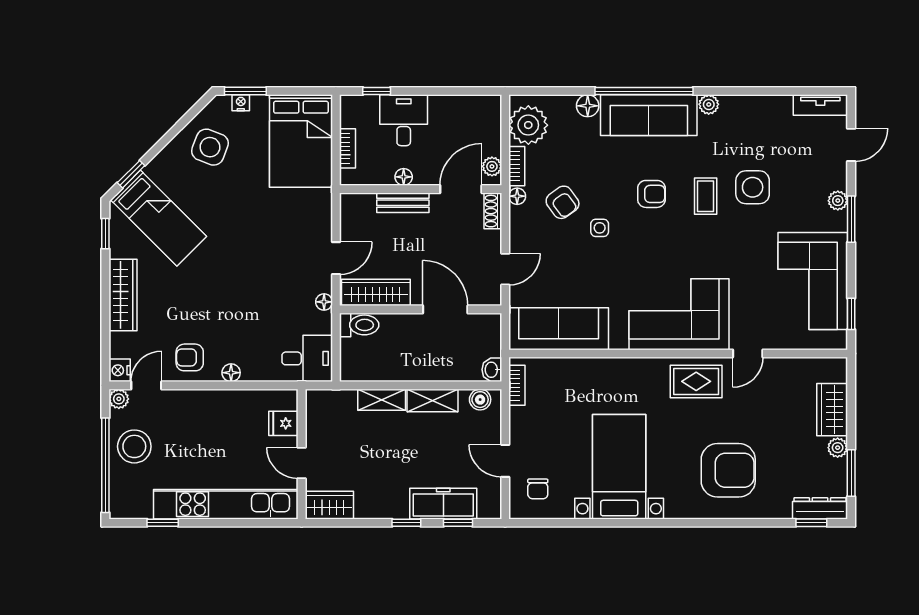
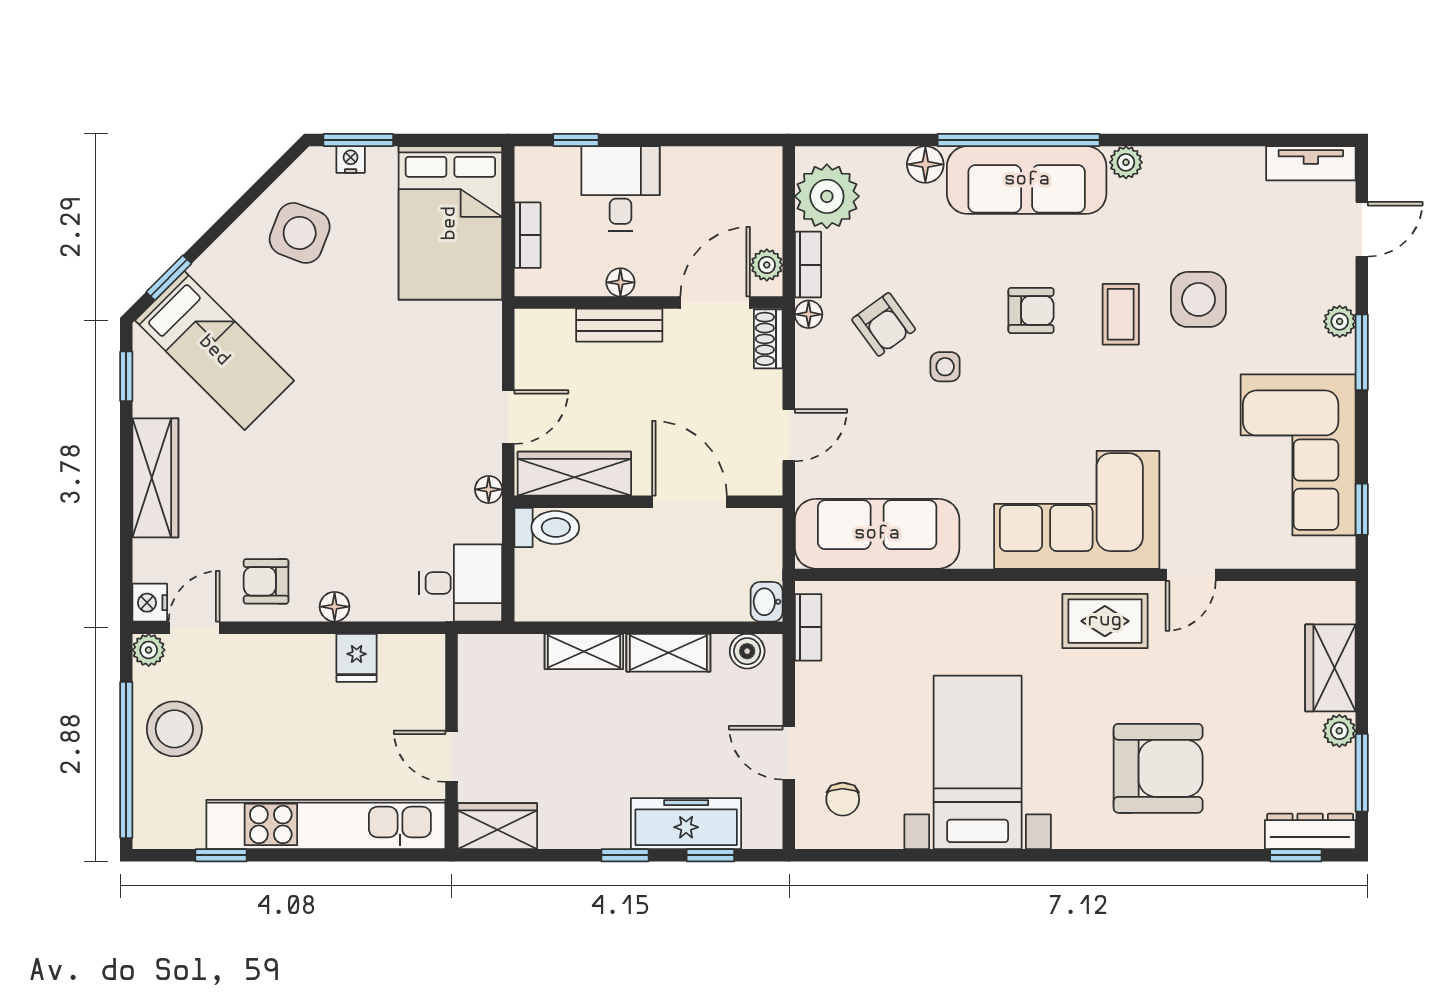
fridge: (283, 423) -> (357, 658), moved, turned -90

